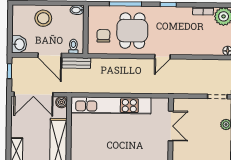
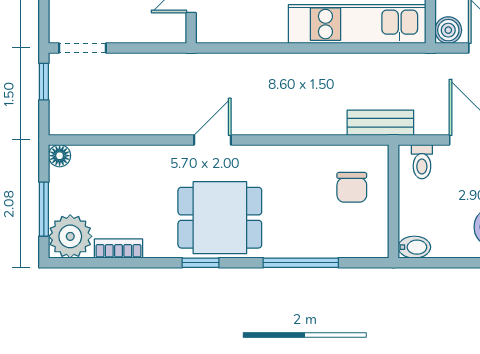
dining table: (132, 31) -> (220, 218), moved, turned 90
bench: (76, 63) -> (380, 123), moved
kitchen unit: (111, 105) -> (357, 24), width x0.73

